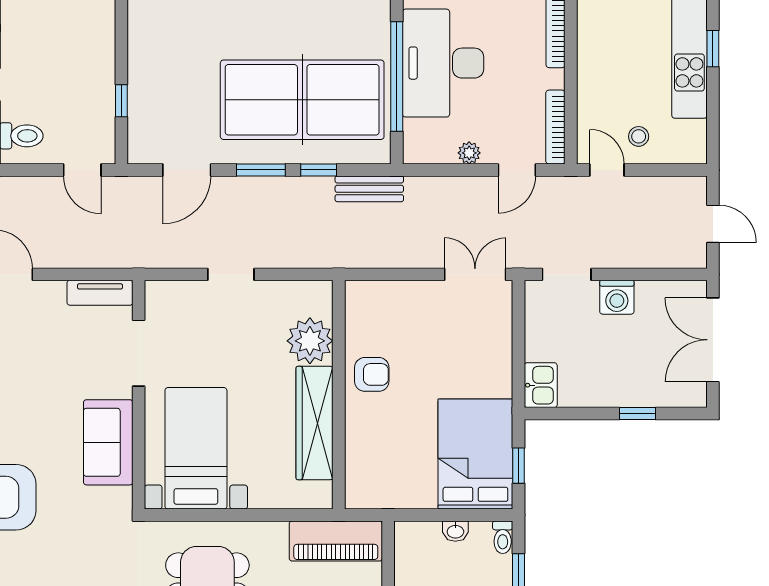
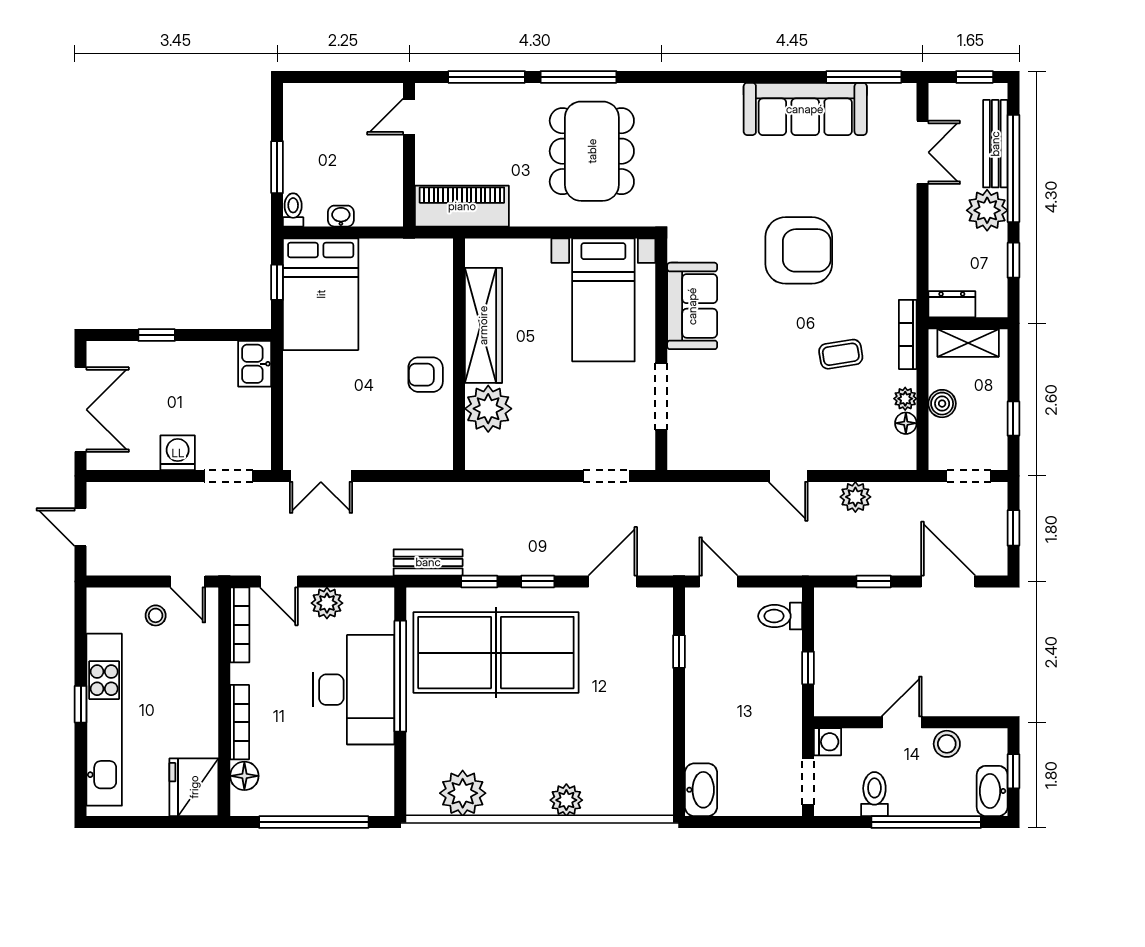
plant: (469, 153) -> (327, 603), width x1.38, depth x1.38
window: (261, 170) -> (538, 581), width x0.67
door: (517, 170) -> (279, 581), swing flipped
doorway: (231, 274) -> (607, 476), moved
tv unit: (100, 293) -> (701, 457), removed

